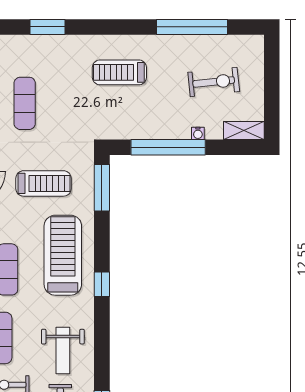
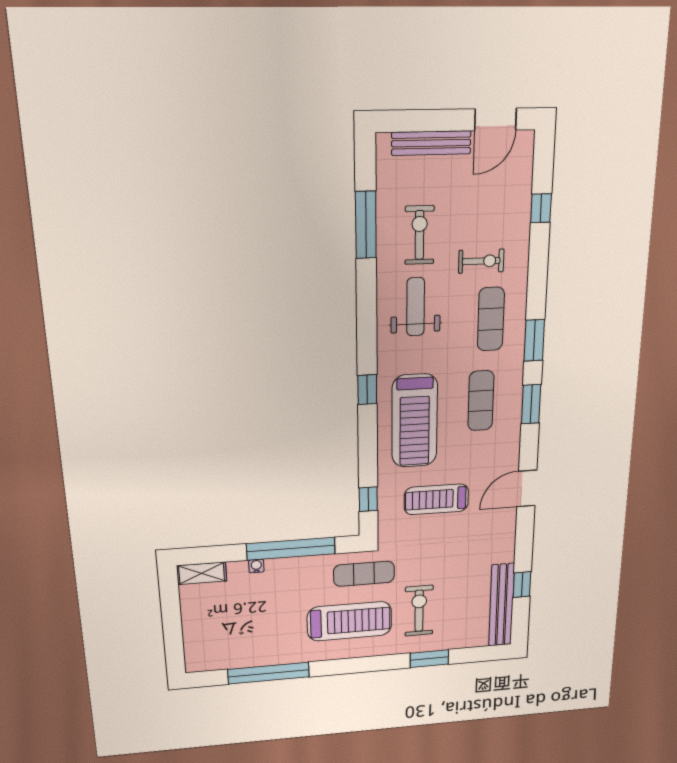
treadmill: (119, 72) -> (350, 621), width x1.37, depth x1.38
exercise bike: (214, 82) -> (419, 611), moved, turned 96
exercise mat: (25, 103) -> (364, 574), moved, turned 90
window: (102, 188) -> (368, 499), width x0.46

